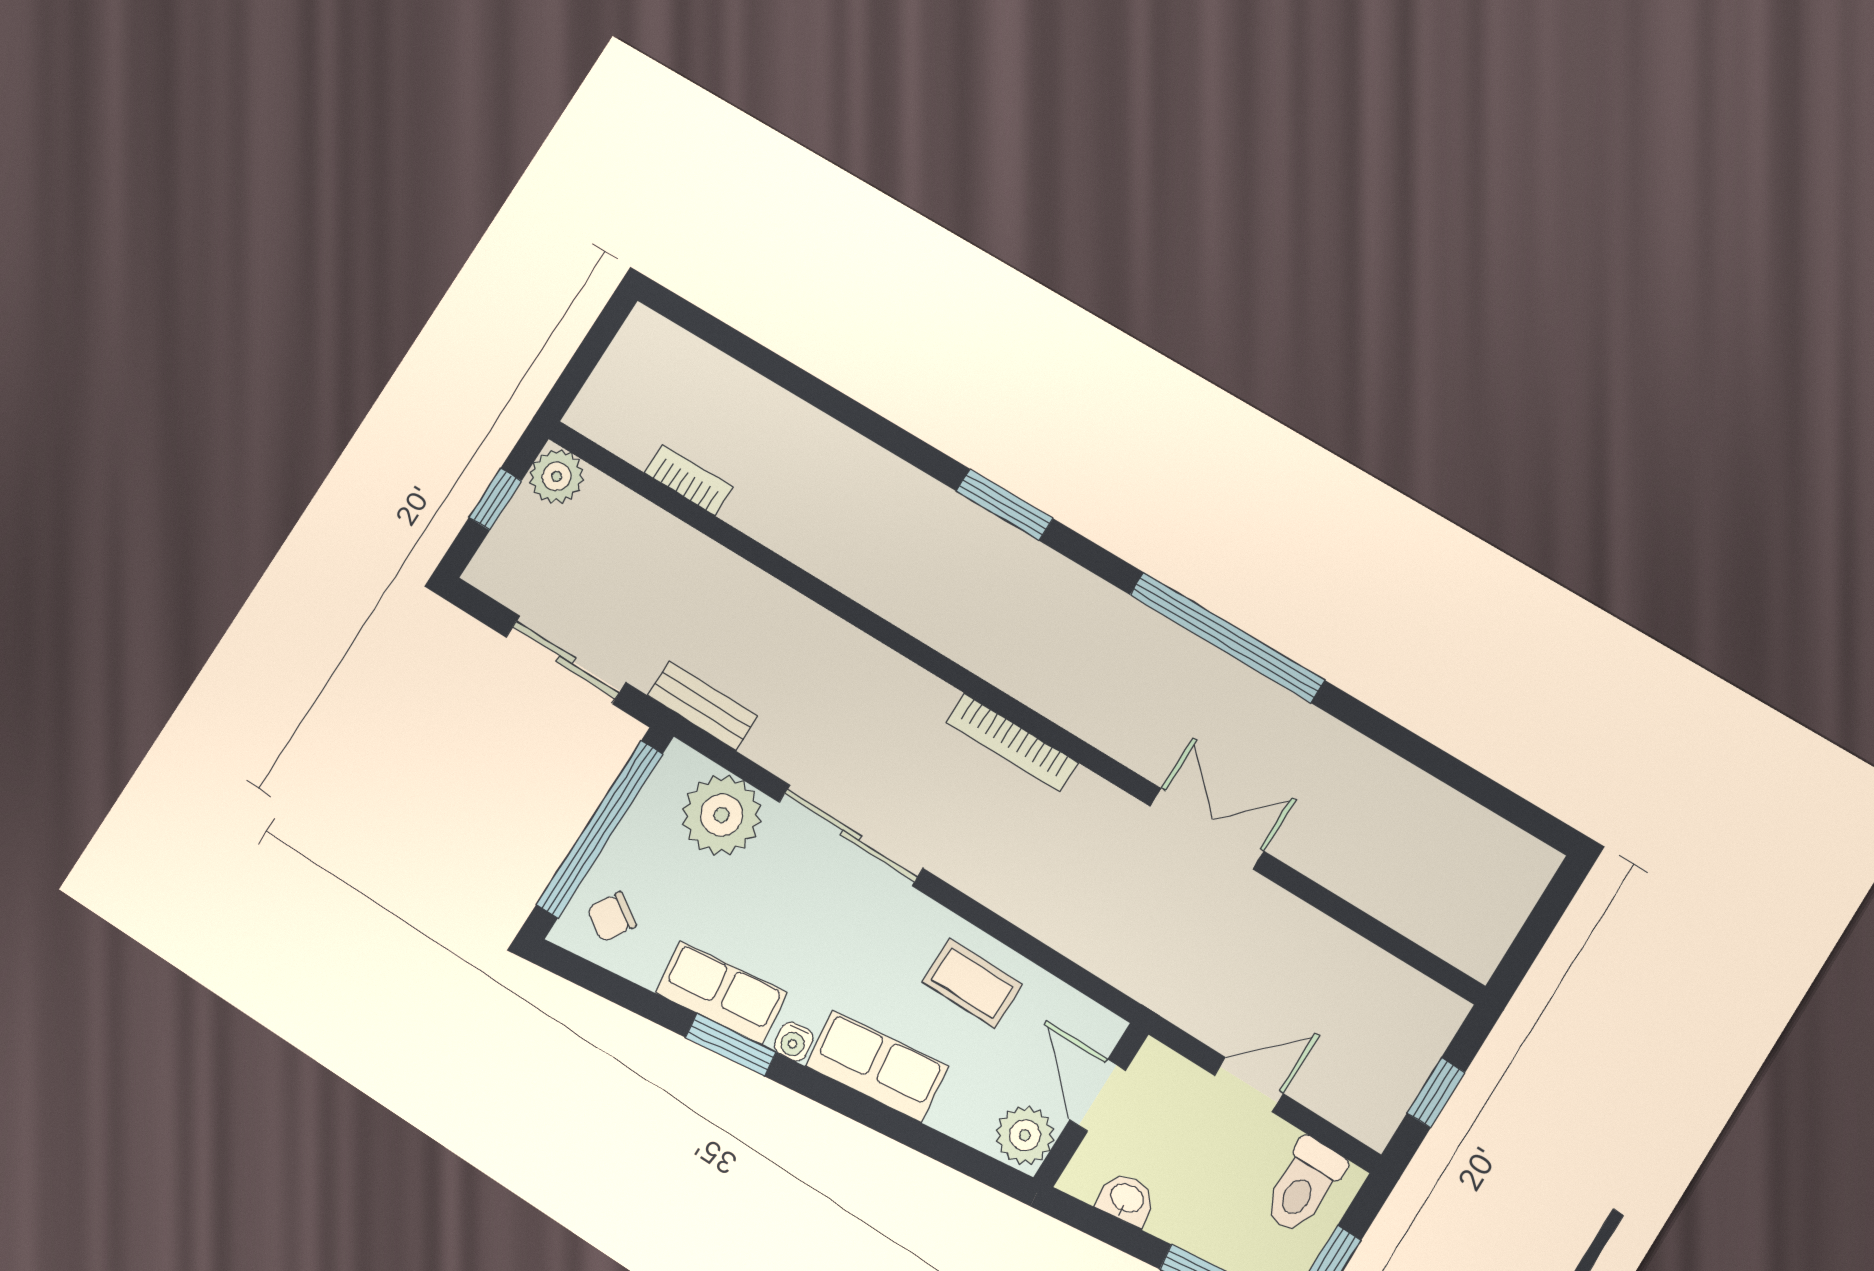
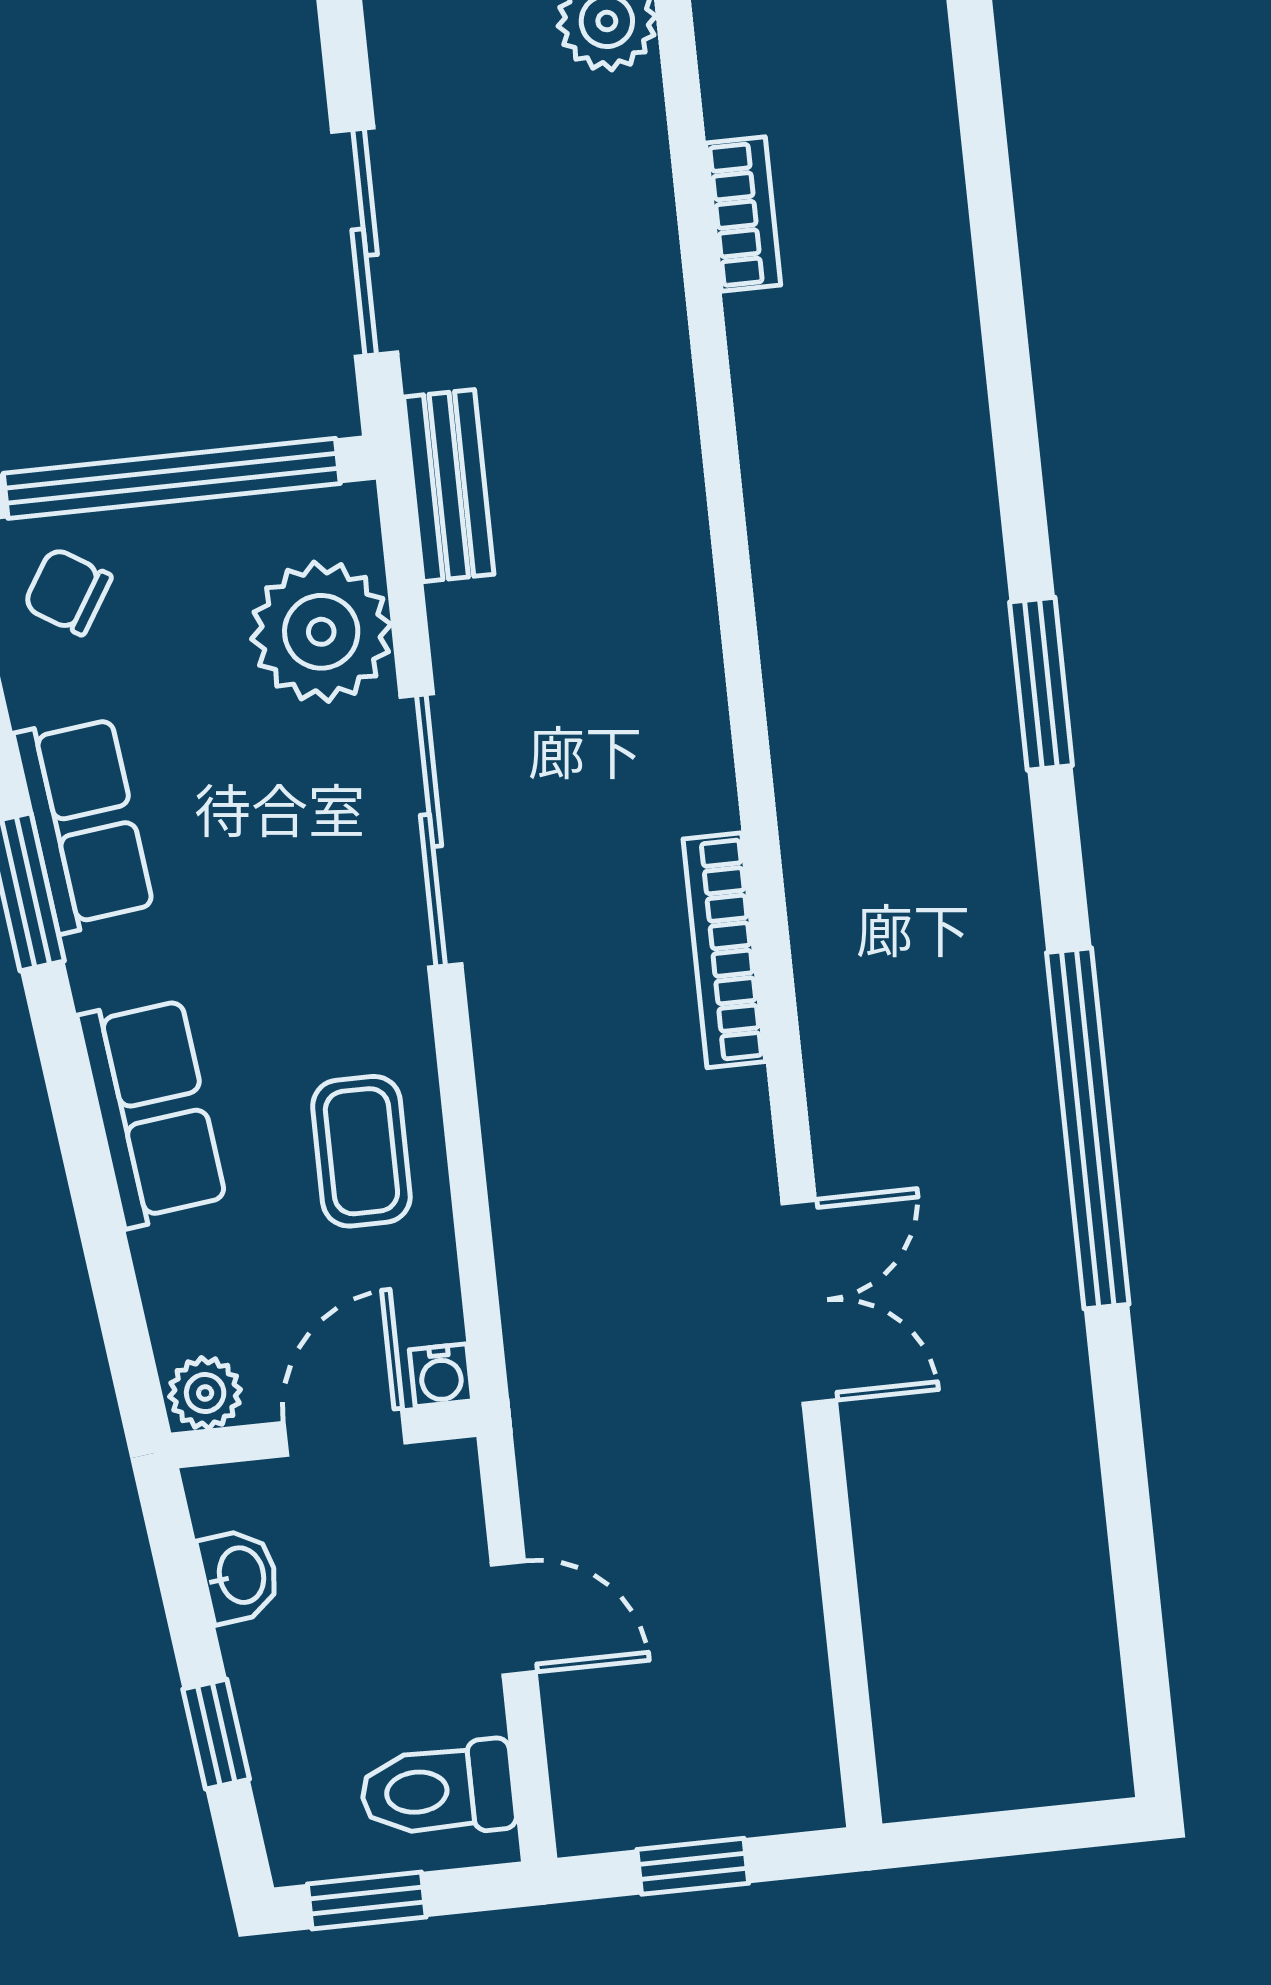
water cooler: (794, 1042) -> (441, 1375), moved, turned -83
plant: (1025, 1135) -> (205, 1393), width x0.73, depth x0.73

